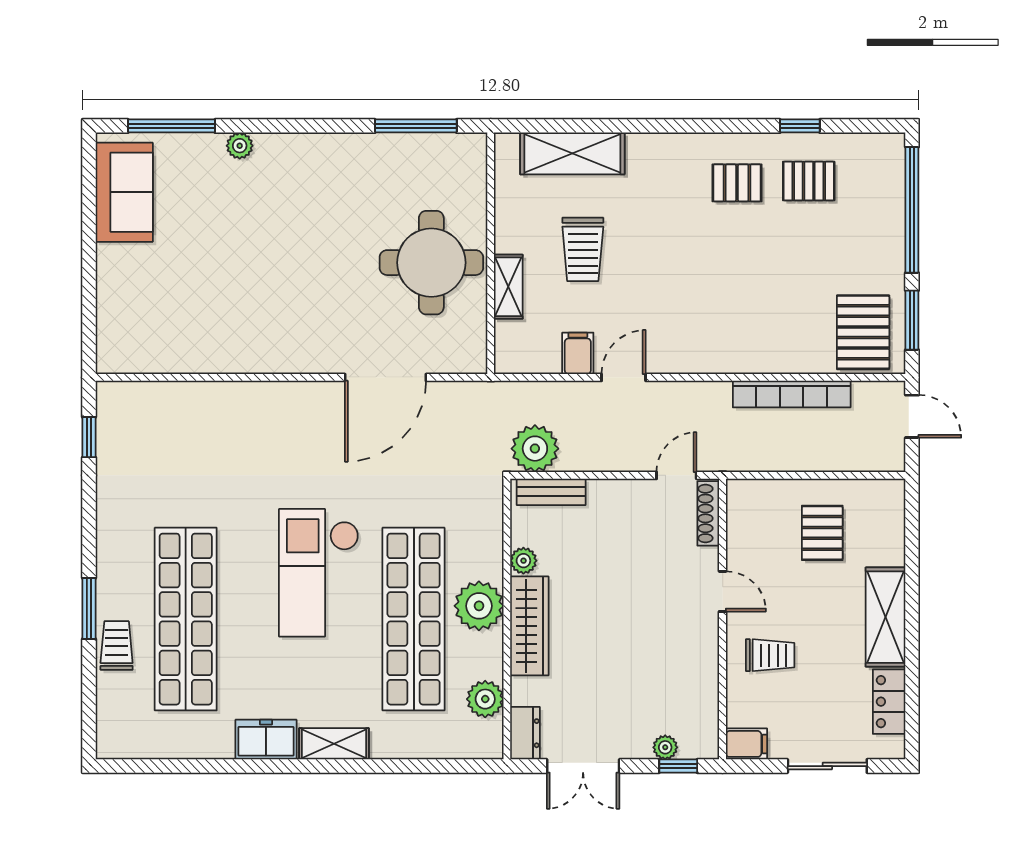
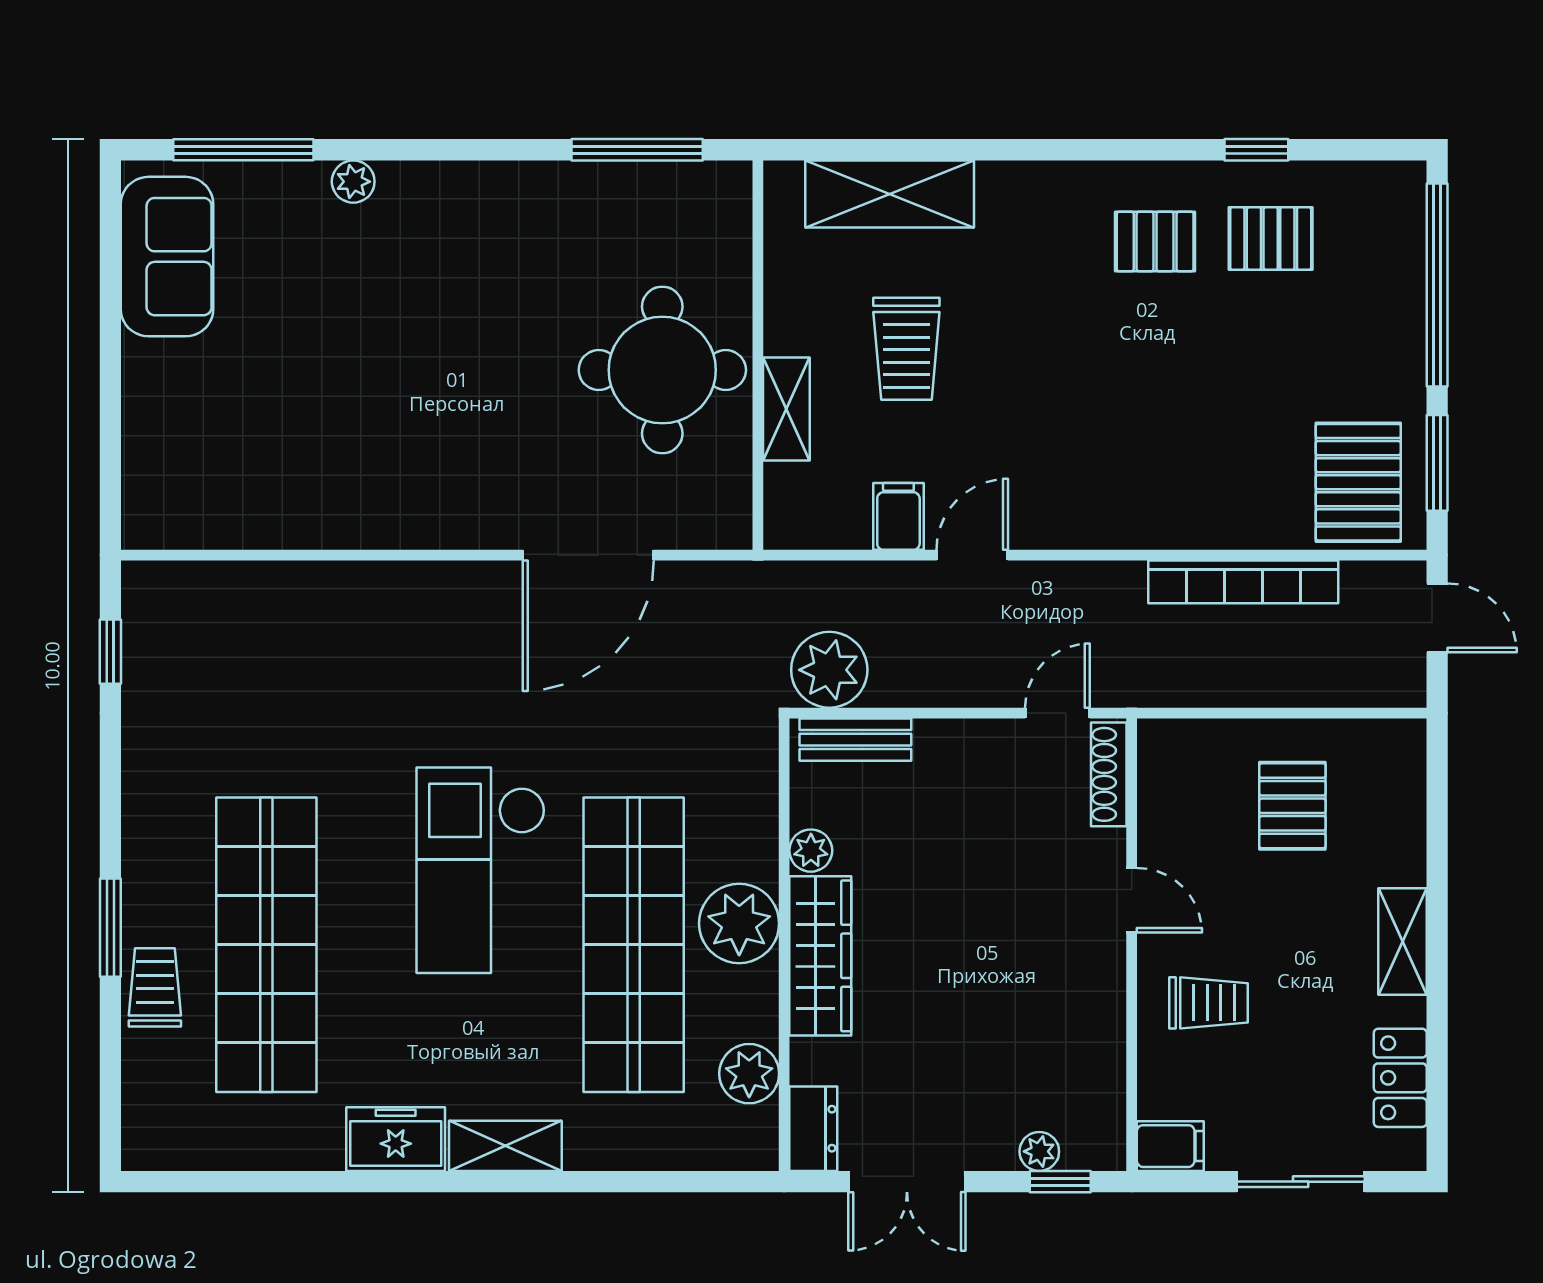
shelving: (886, 617) -> (1403, 942), width x0.67, depth x0.75

